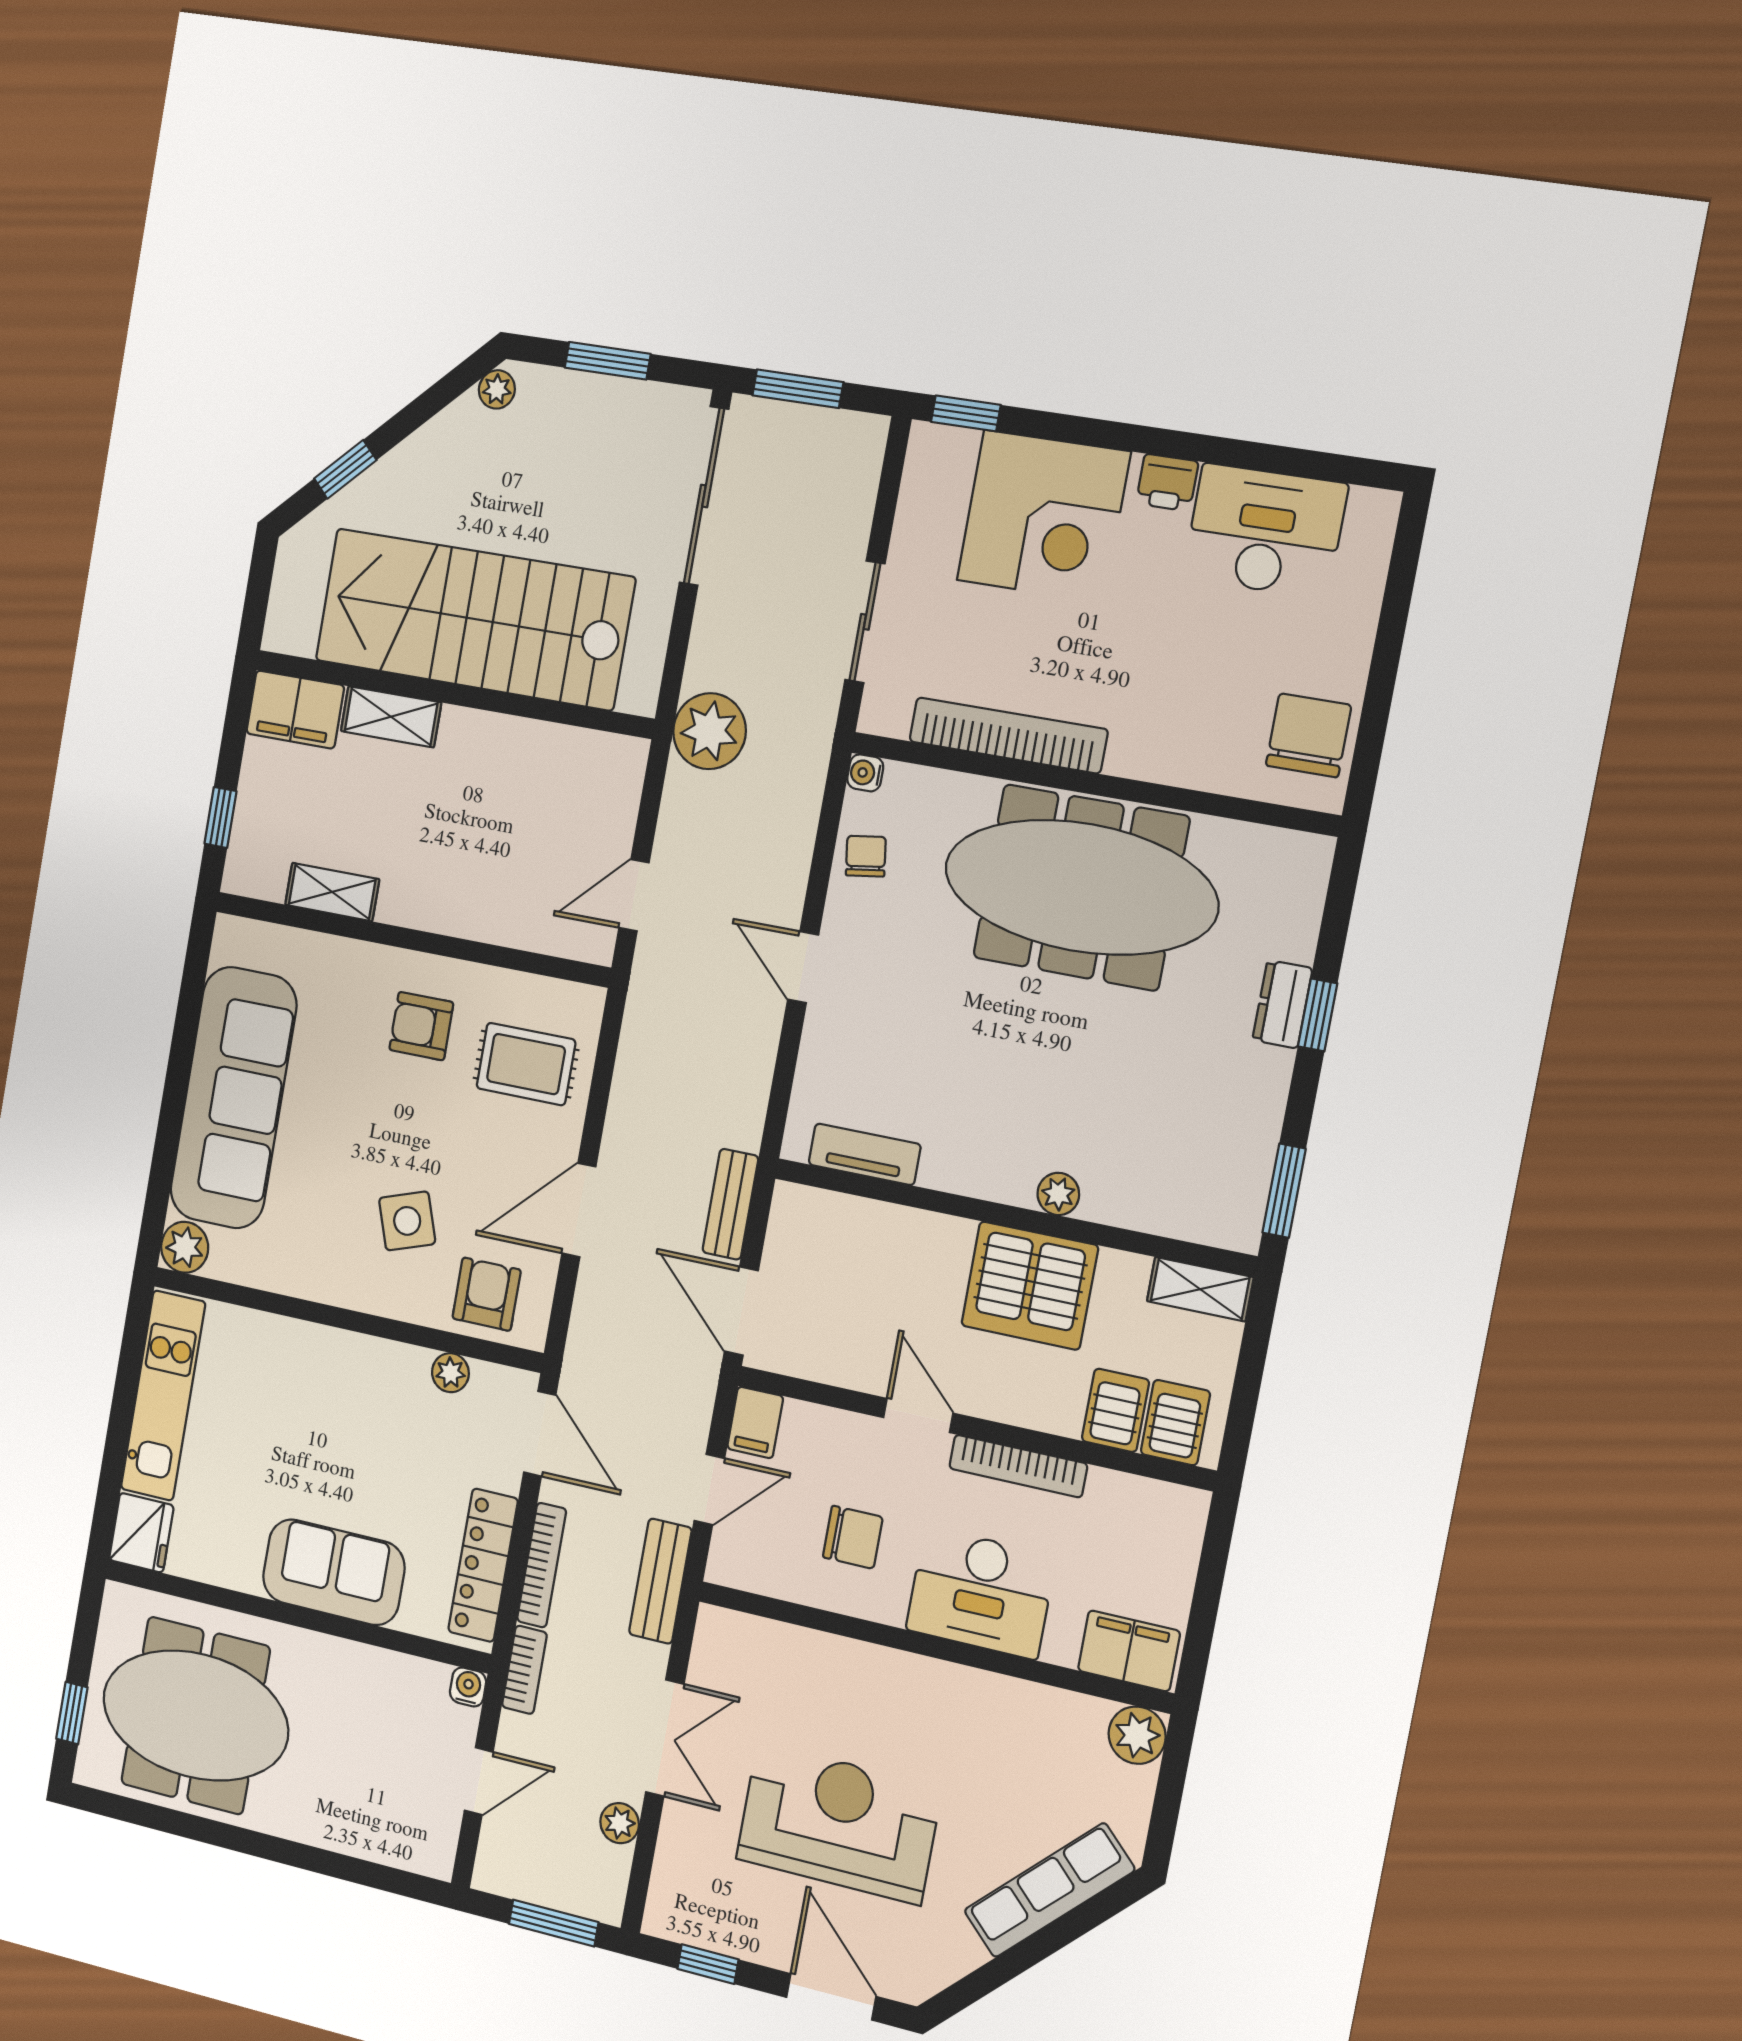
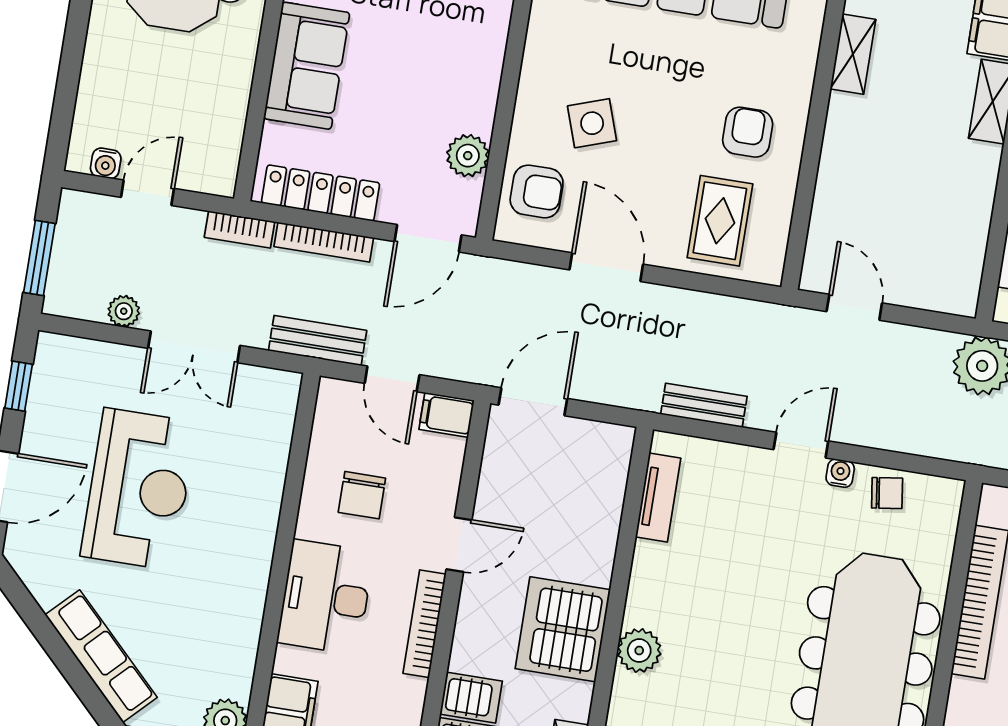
water cooler: (865, 773) -> (840, 473), moved
plant: (1058, 1194) -> (639, 651), width x1.38, depth x1.38
bench: (730, 1204) -> (704, 405), moved
plant: (450, 1373) -> (468, 156), width x1.38, depth x1.38
water cooler: (468, 1687) -> (106, 163), moved, turned 90
door: (479, 1781) -> (147, 193), swing flipped

